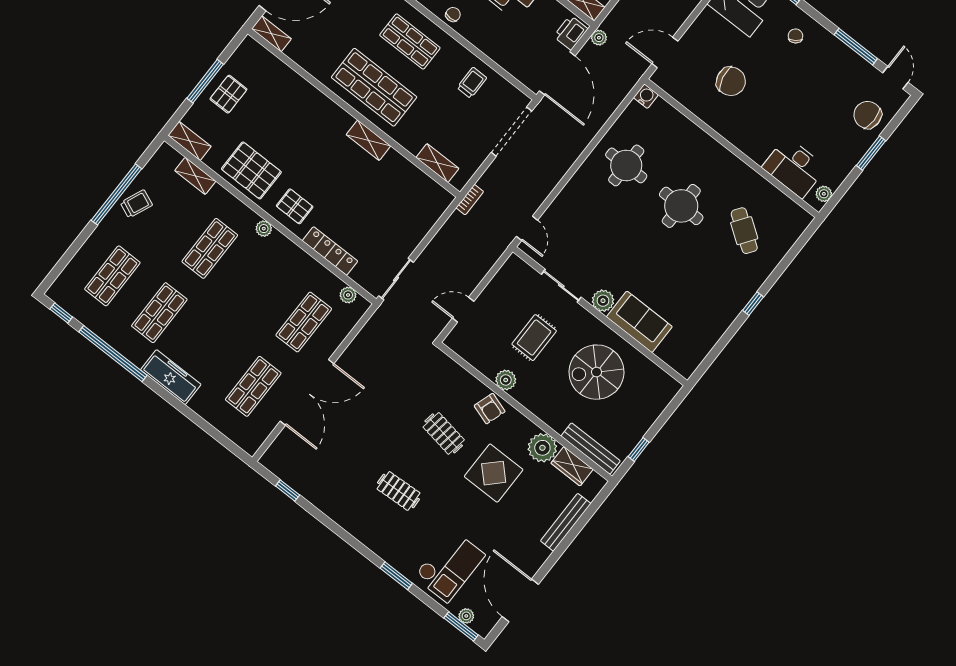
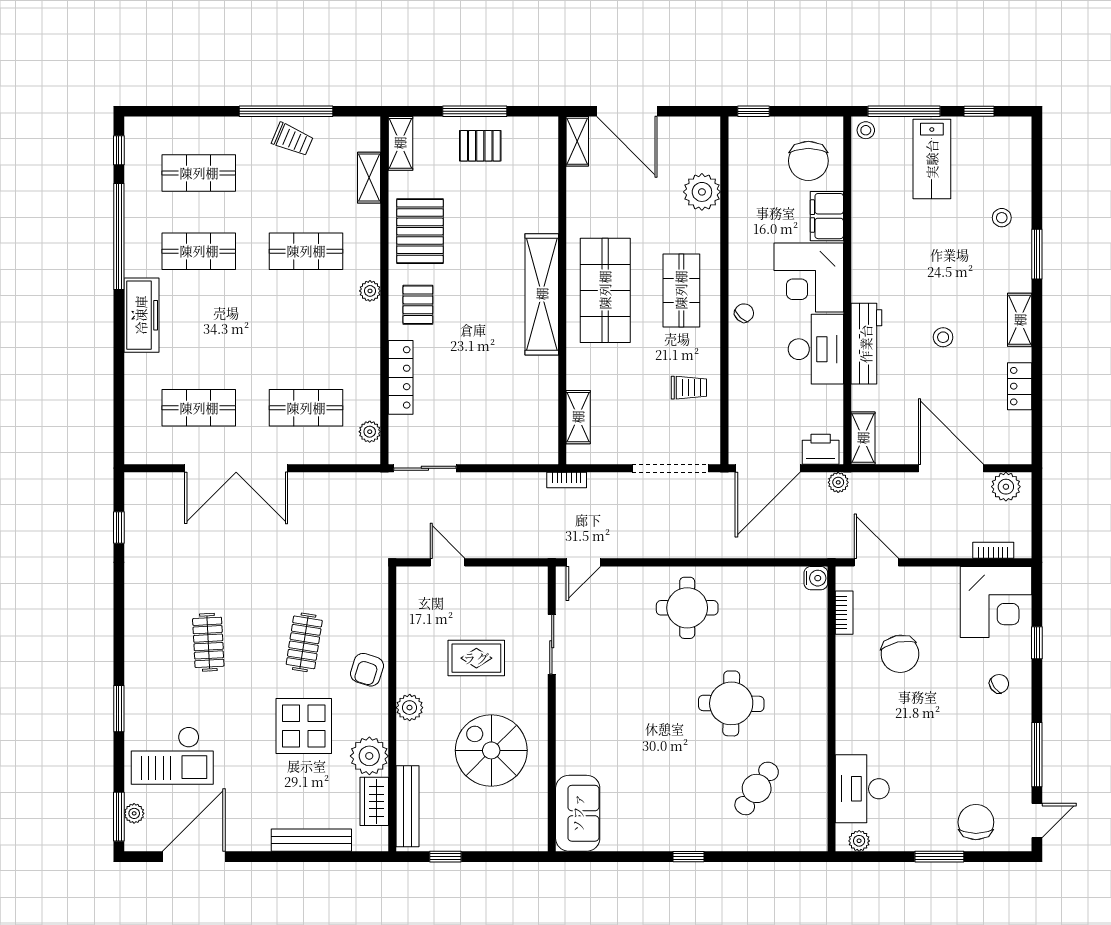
chair: (453, 14) -> (744, 313), turned -48
bookcase: (680, 95) -> (844, 613), added
shelving: (368, 140) -> (542, 294), width x2.20, depth x1.33
round table: (626, 165) -> (687, 608), moved
plant: (603, 301) -> (570, 699), removed
sofa: (639, 322) -> (578, 813), moved
plant: (506, 380) -> (410, 708), moved

